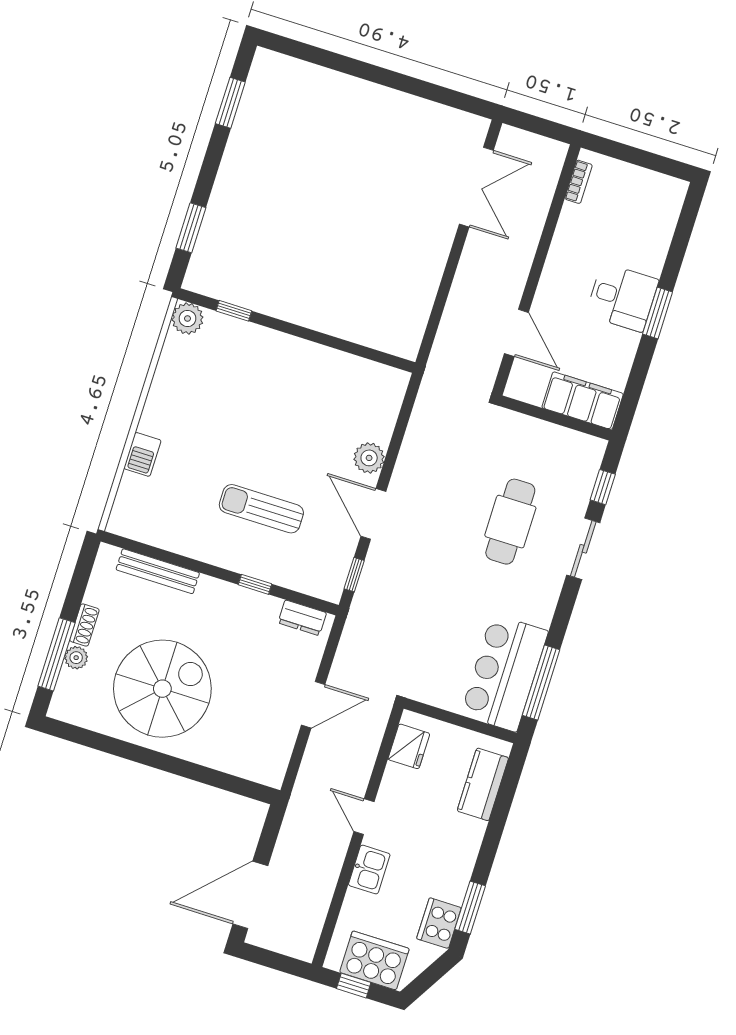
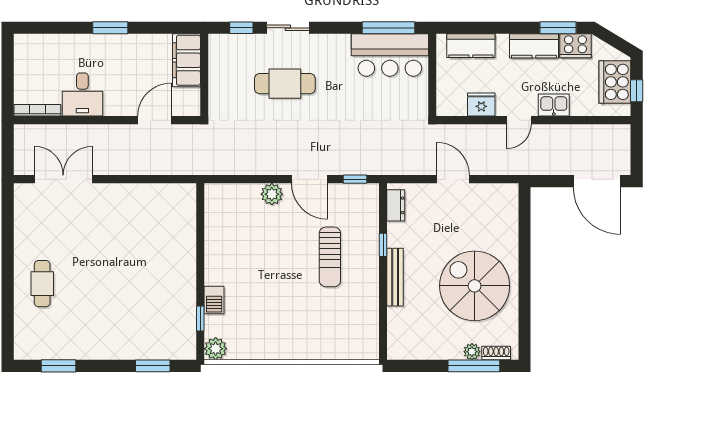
cafe table: (346, 115) -> (42, 284), added
bookcase: (578, 182) -> (37, 110), width x1.56
desk: (622, 297) -> (82, 95), moved, turned 180
barbecue: (142, 454) -> (214, 300), moved, turned 90
door: (373, 514) -> (309, 179), hinge flipped
bench: (158, 571) -> (395, 277), moved
shoe rack: (84, 625) -> (496, 353), moved
fridge: (409, 746) -> (481, 105), moved
kitchen counter: (456, 868) -> (534, 46), added

